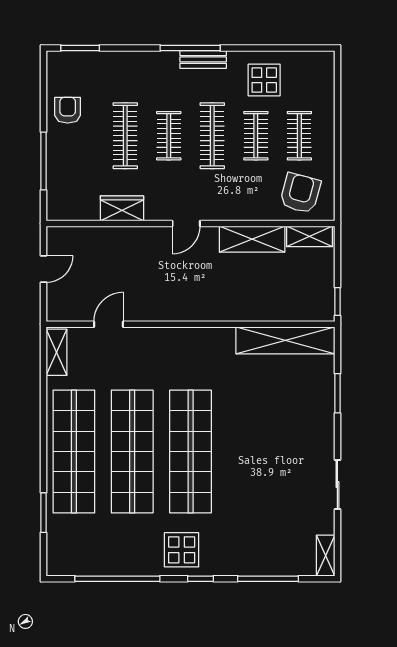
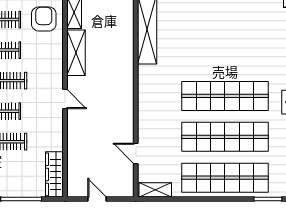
armchair: (300, 193) -> (44, 19), turned 75
wardrobe: (122, 208) -> (54, 174), moved, width x1.50

